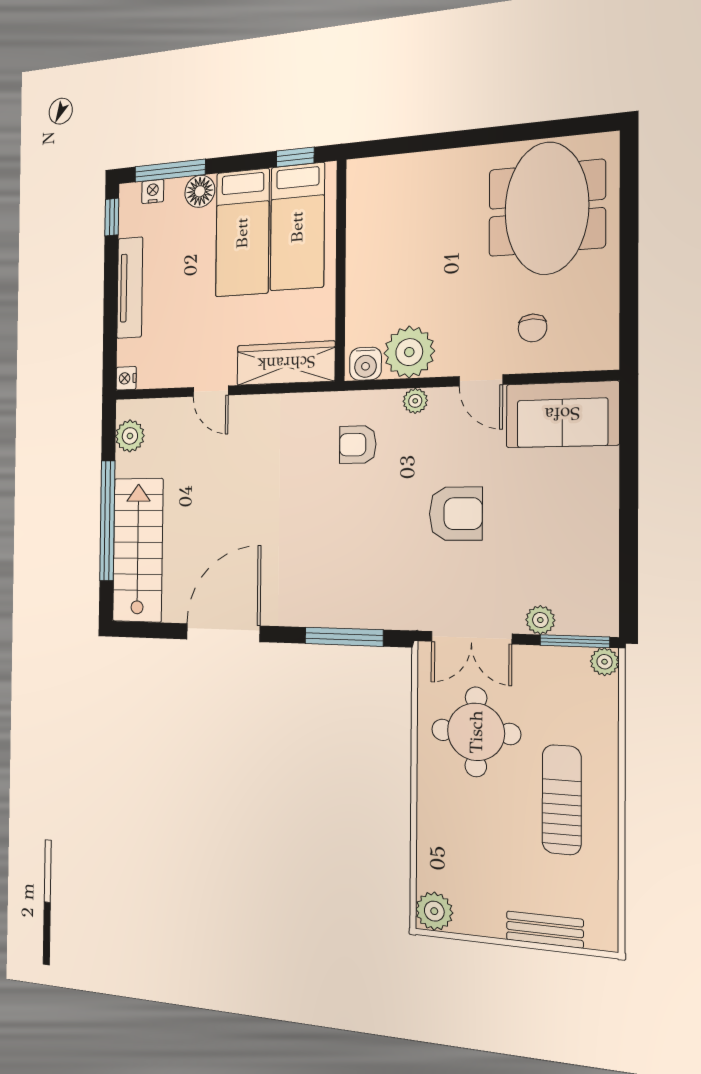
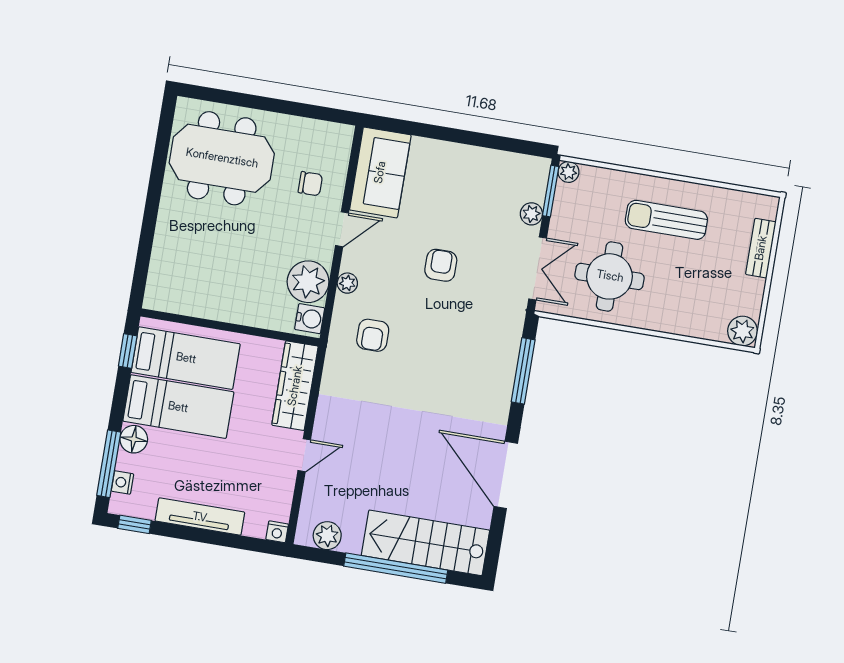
armchair: (456, 514) -> (441, 265), width x0.72, depth x0.72

